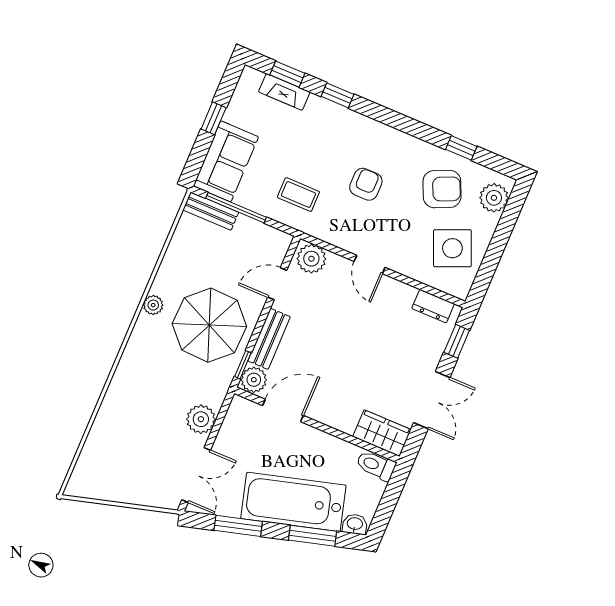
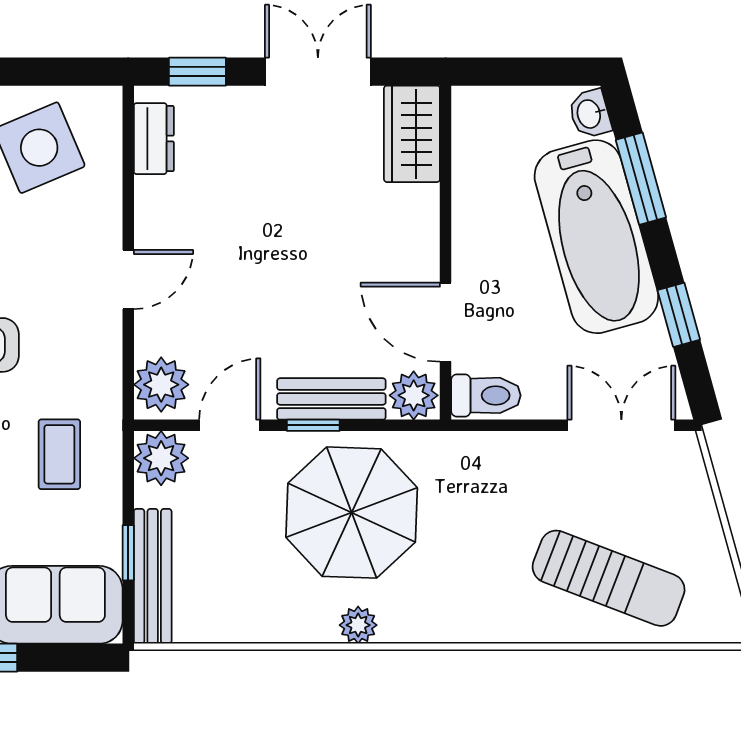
window: (236, 208) -> (128, 553), width x0.46
bench: (211, 211) -> (153, 576), width x1.36
door: (277, 284) -> (230, 425), swing flipped
window: (243, 365) -> (313, 425), moved
plant: (201, 419) -> (161, 458), moved
sun lounger: (124, 437) -> (609, 578), added
toilet: (376, 465) -> (486, 395), moved, turned -90
window: (238, 526) -> (679, 315), width x0.67

